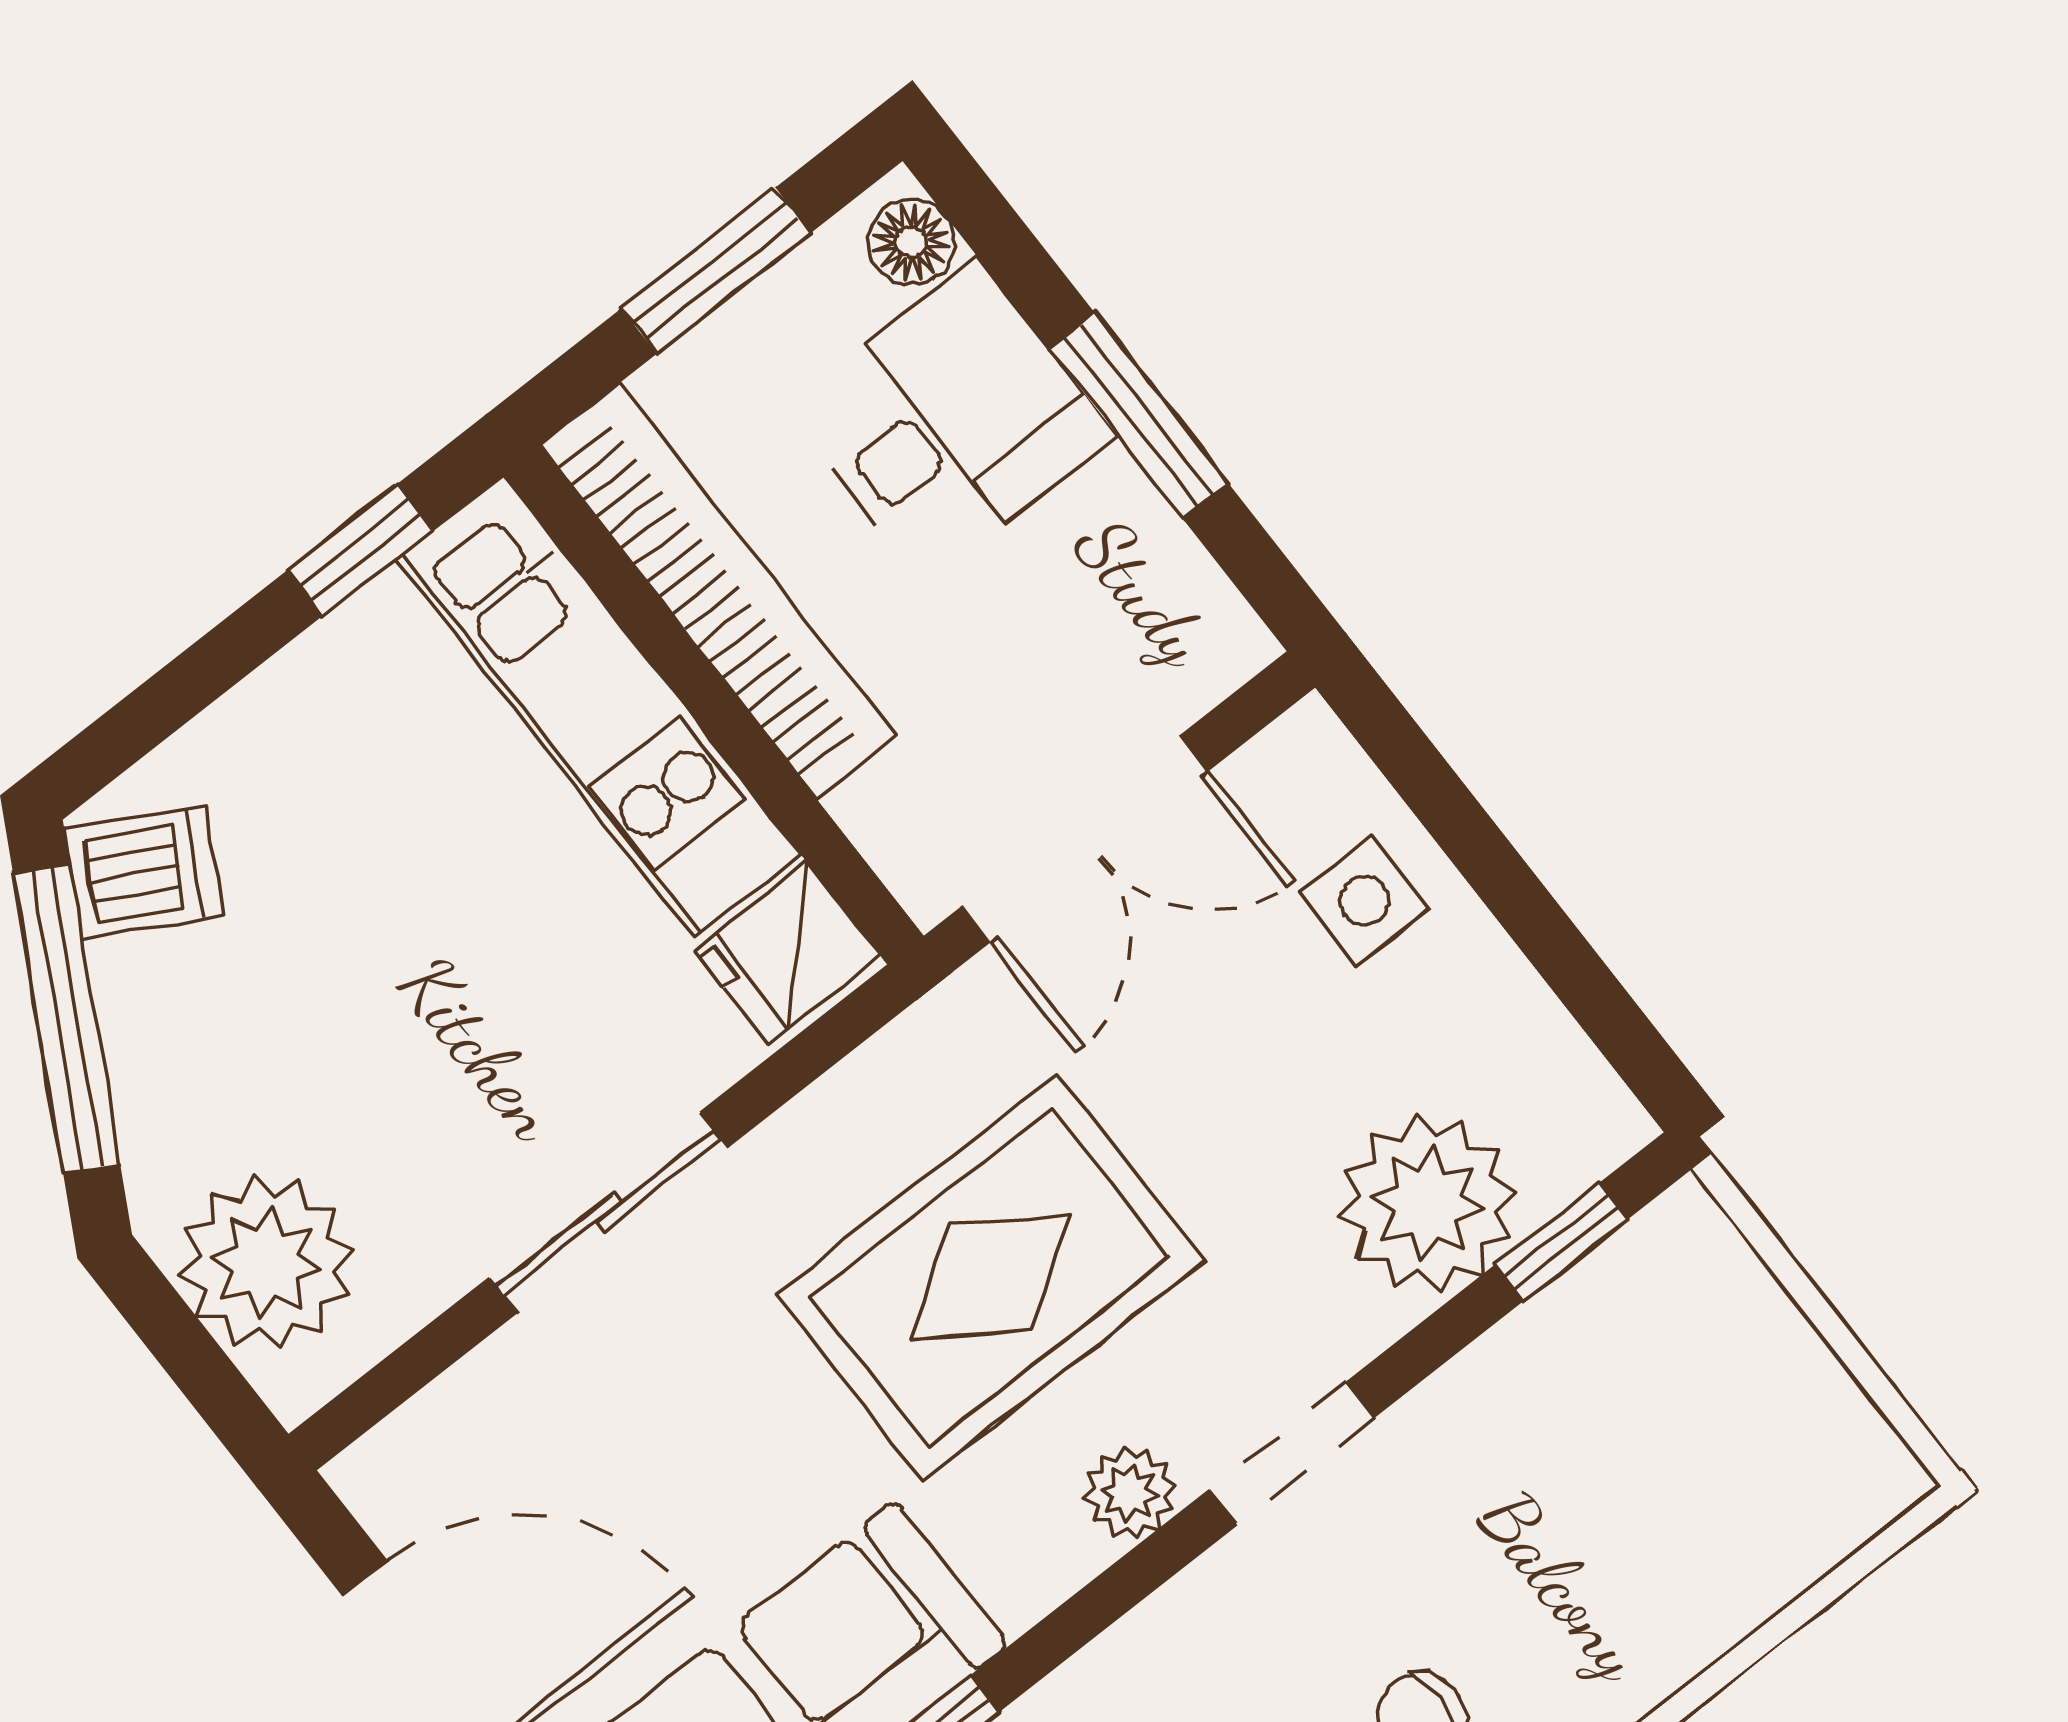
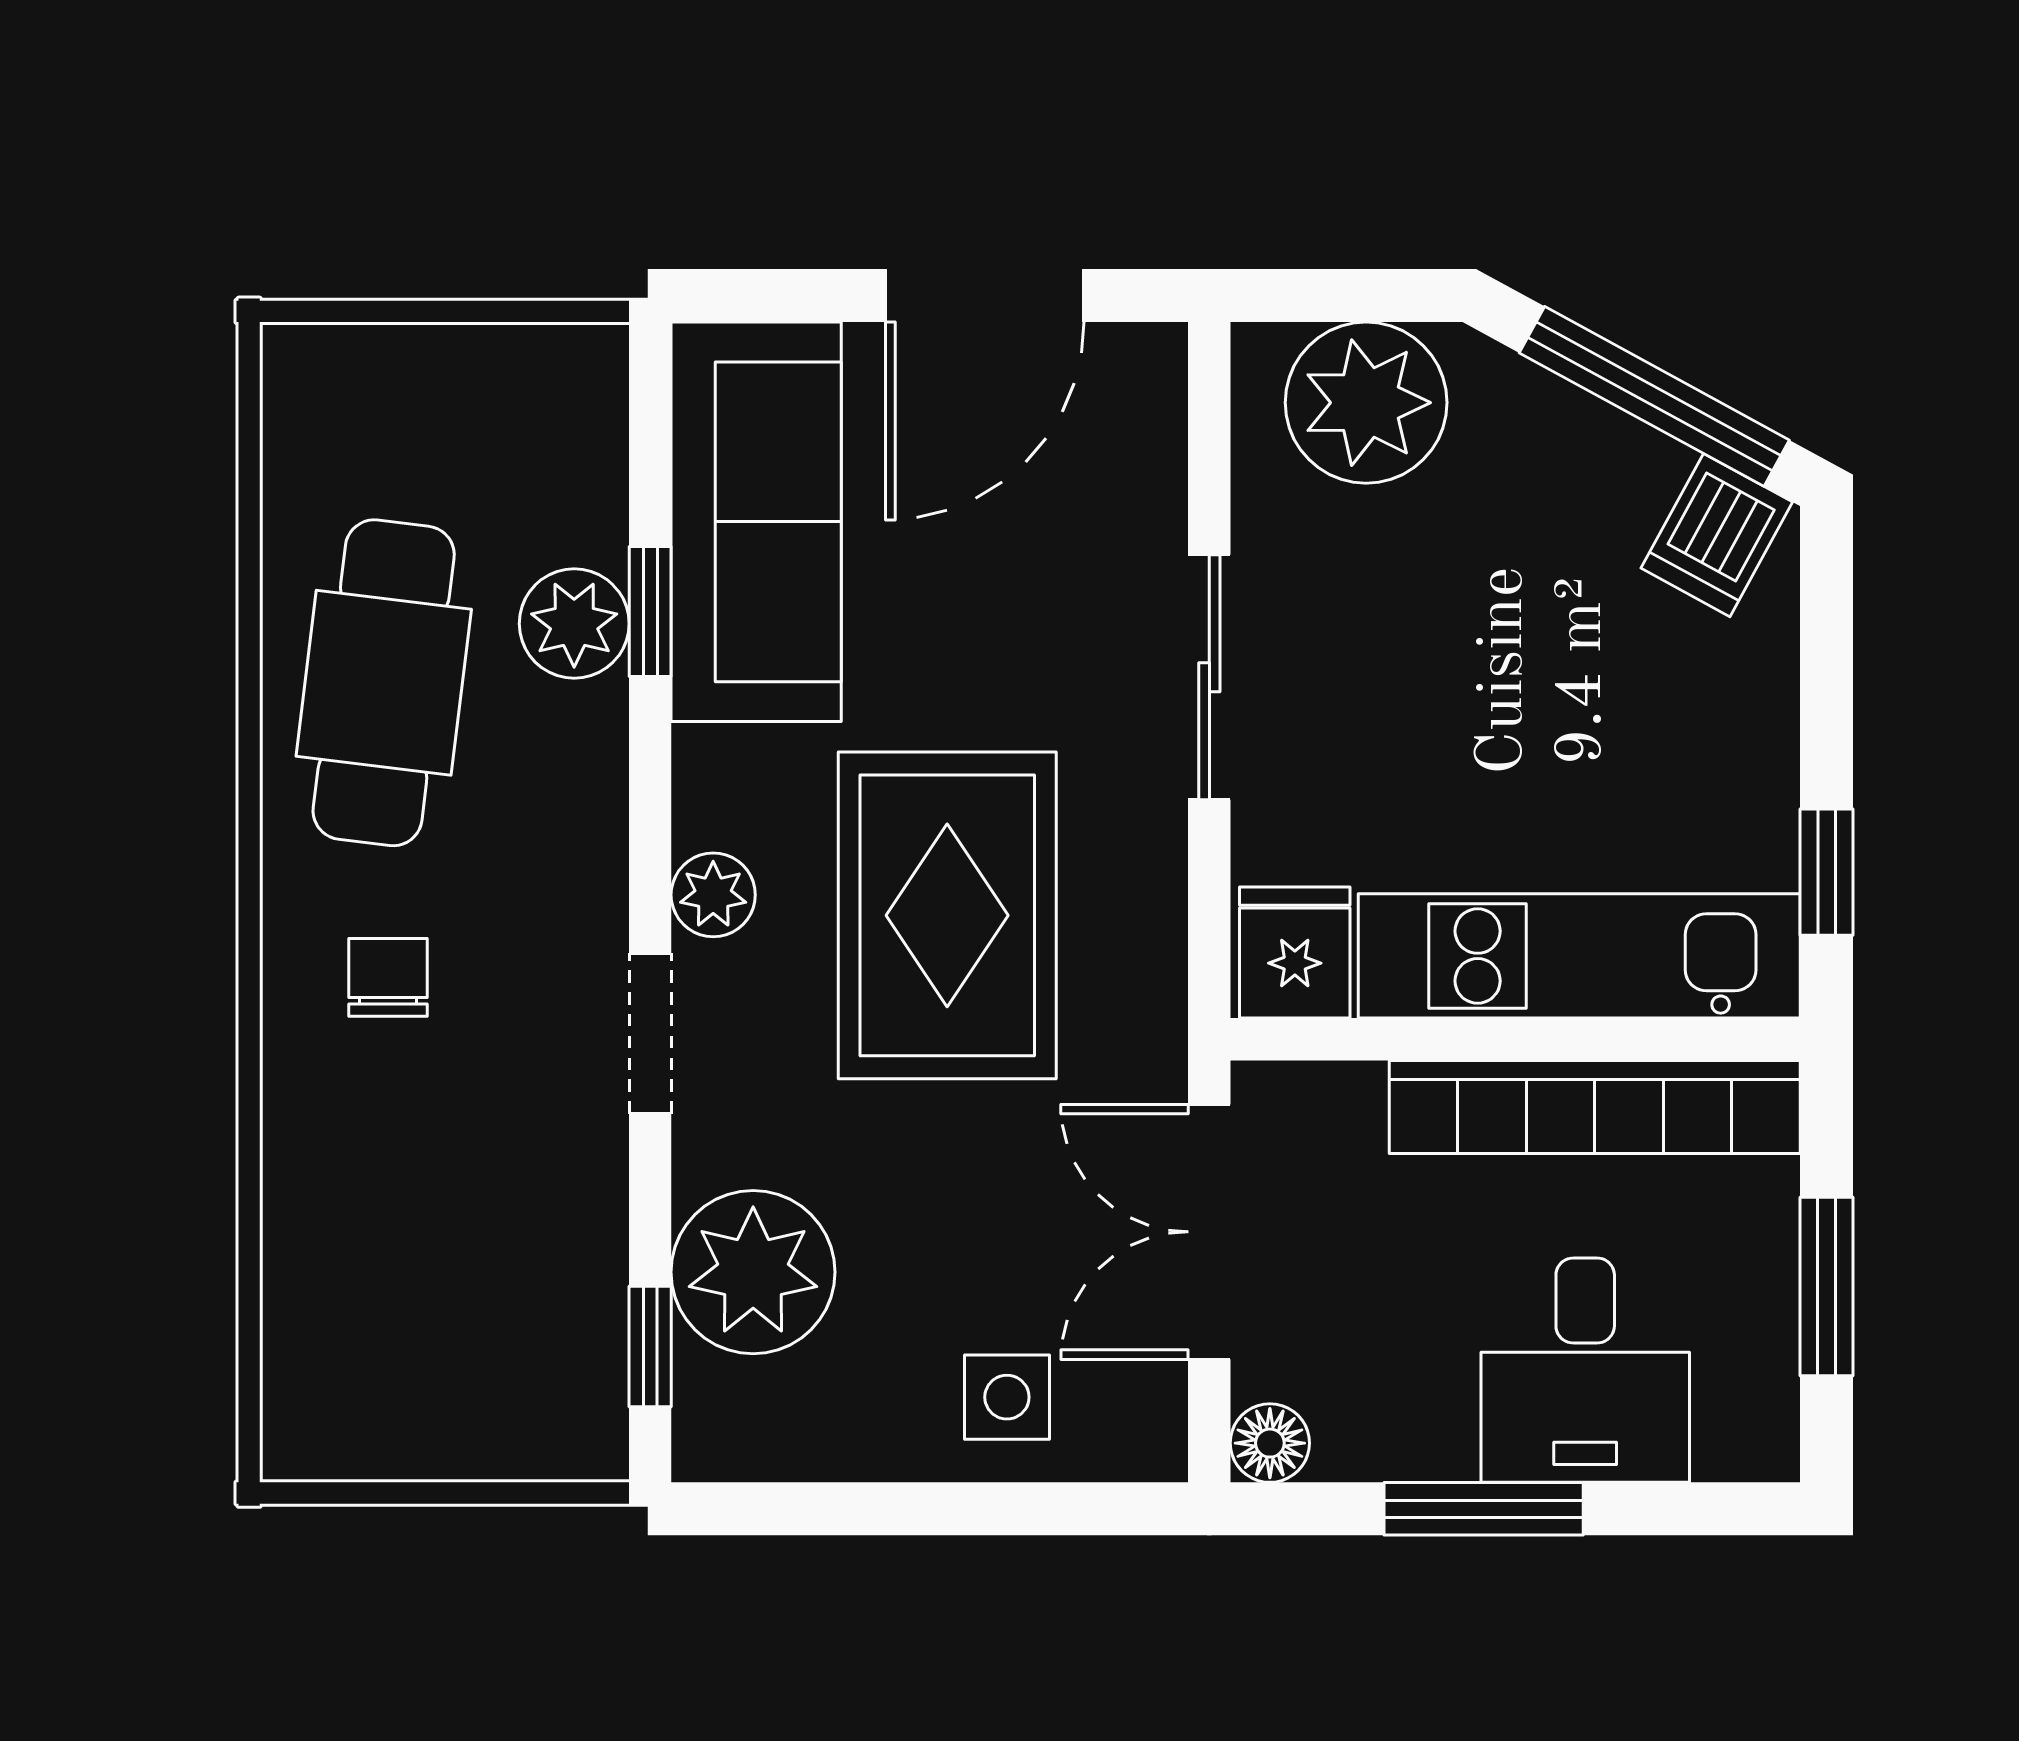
floor lamp: (911, 242) -> (1270, 1443), moved

